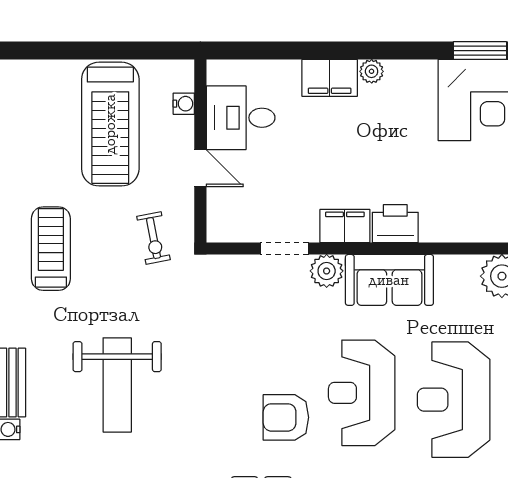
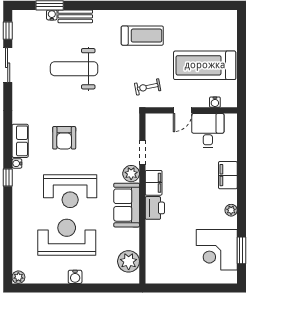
plant: (372, 71) -> (231, 210), moved
reception desk: (362, 393) -> (70, 191), turned 180
armchair: (286, 417) -> (64, 138), moved, turned 180

